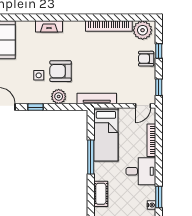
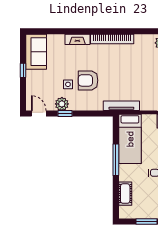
bookcase: (109, 26) -> (112, 39), moved
plant: (59, 96) -> (62, 104), moved

